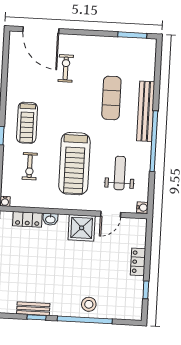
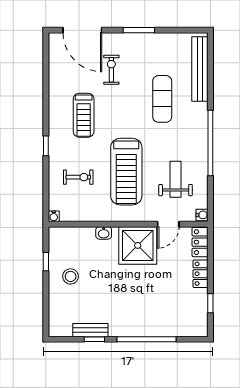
window: (132, 35) -> (139, 30), moved
bench: (146, 111) -> (200, 69), moved
treadmill: (27, 123) -> (84, 115), moved
exercise bike: (30, 166) -> (78, 177), turned -90
locker: (27, 219) -> (200, 242), moved, turned 90
shower: (82, 228) -> (138, 245), width x1.37, depth x1.37
stool: (89, 304) -> (71, 276), moved

